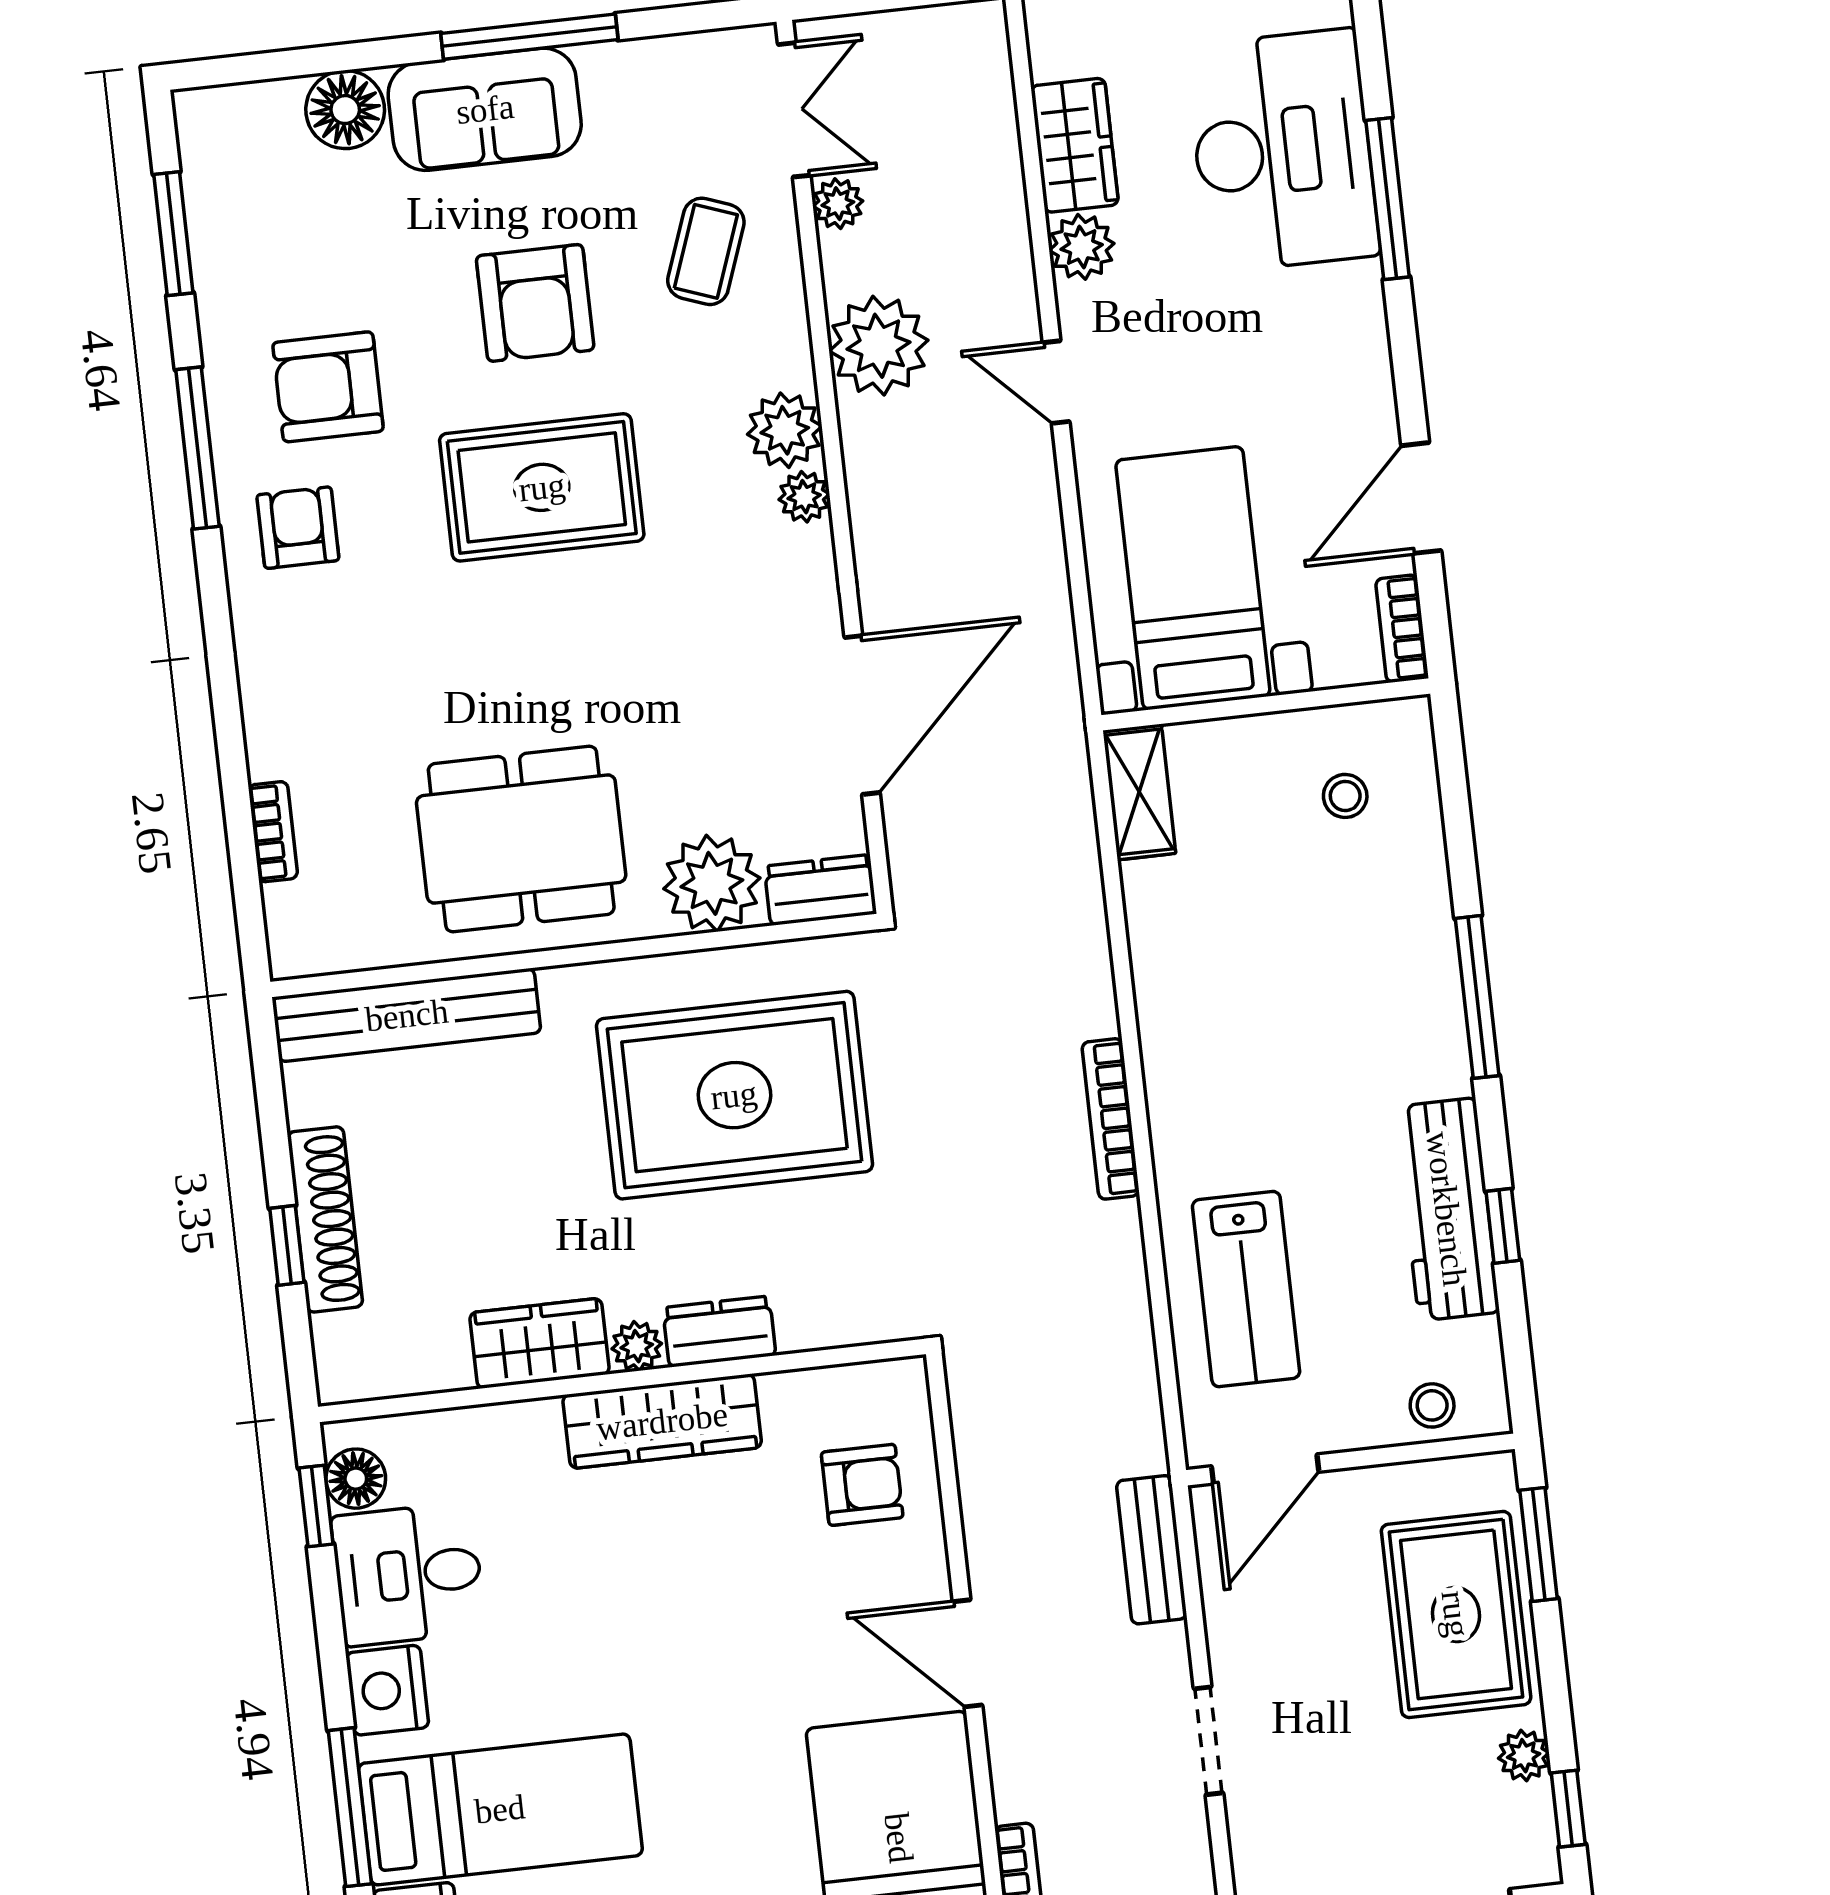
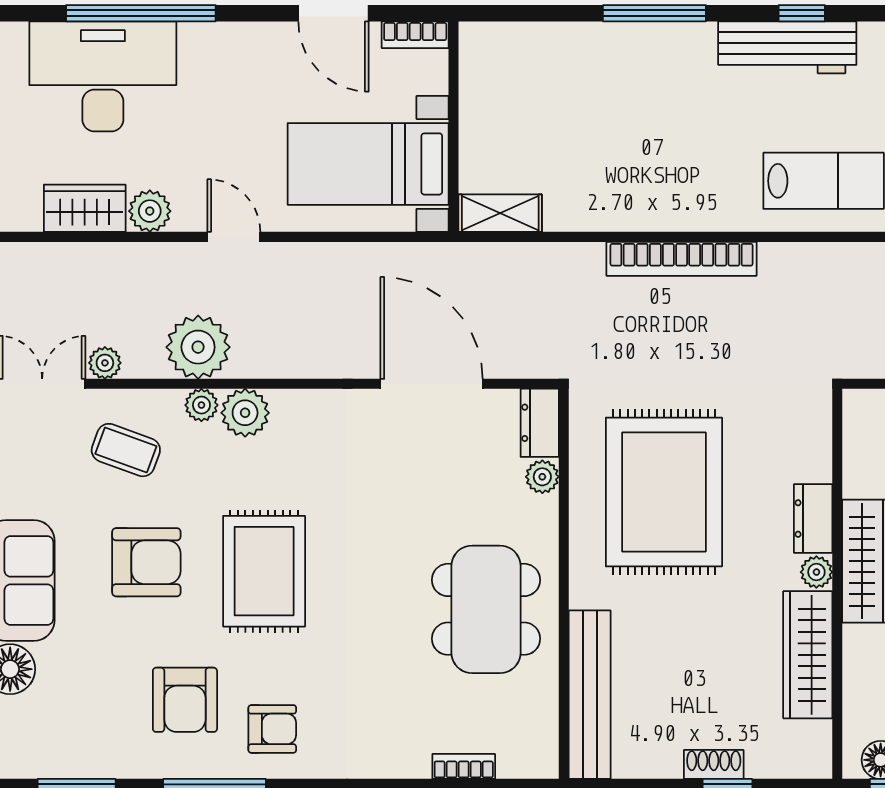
window: (1388, 199) -> (141, 13), width x1.46
door: (1056, 382) -> (234, 237), swing flipped
plant: (804, 497) -> (201, 405), moved
armchair: (298, 528) -> (272, 729), turned 180
stool: (1345, 796) -> (517, 83), removed
plant: (712, 883) -> (542, 477), width x0.53, depth x0.53
bookcase: (1111, 1119) -> (682, 259), width x1.48, depth x1.31
shoe rack: (325, 1219) -> (714, 764), width x0.51, depth x0.81
wardrobe: (540, 1343) -> (808, 655), width x1.50

